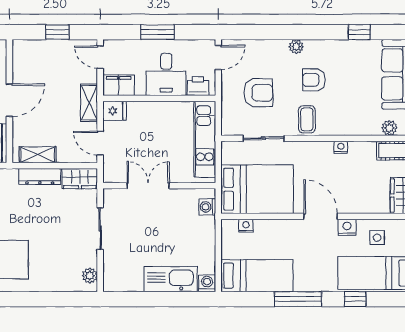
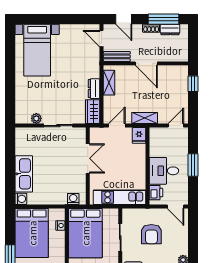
window: (57, 32) -> (193, 84), moved
filing cabinet: (119, 85) -> (157, 138), removed
dresser: (40, 176) -> (94, 89), width x0.70
plant: (90, 276) -> (36, 118), moved
bed: (257, 276) -> (32, 233), width x1.50

